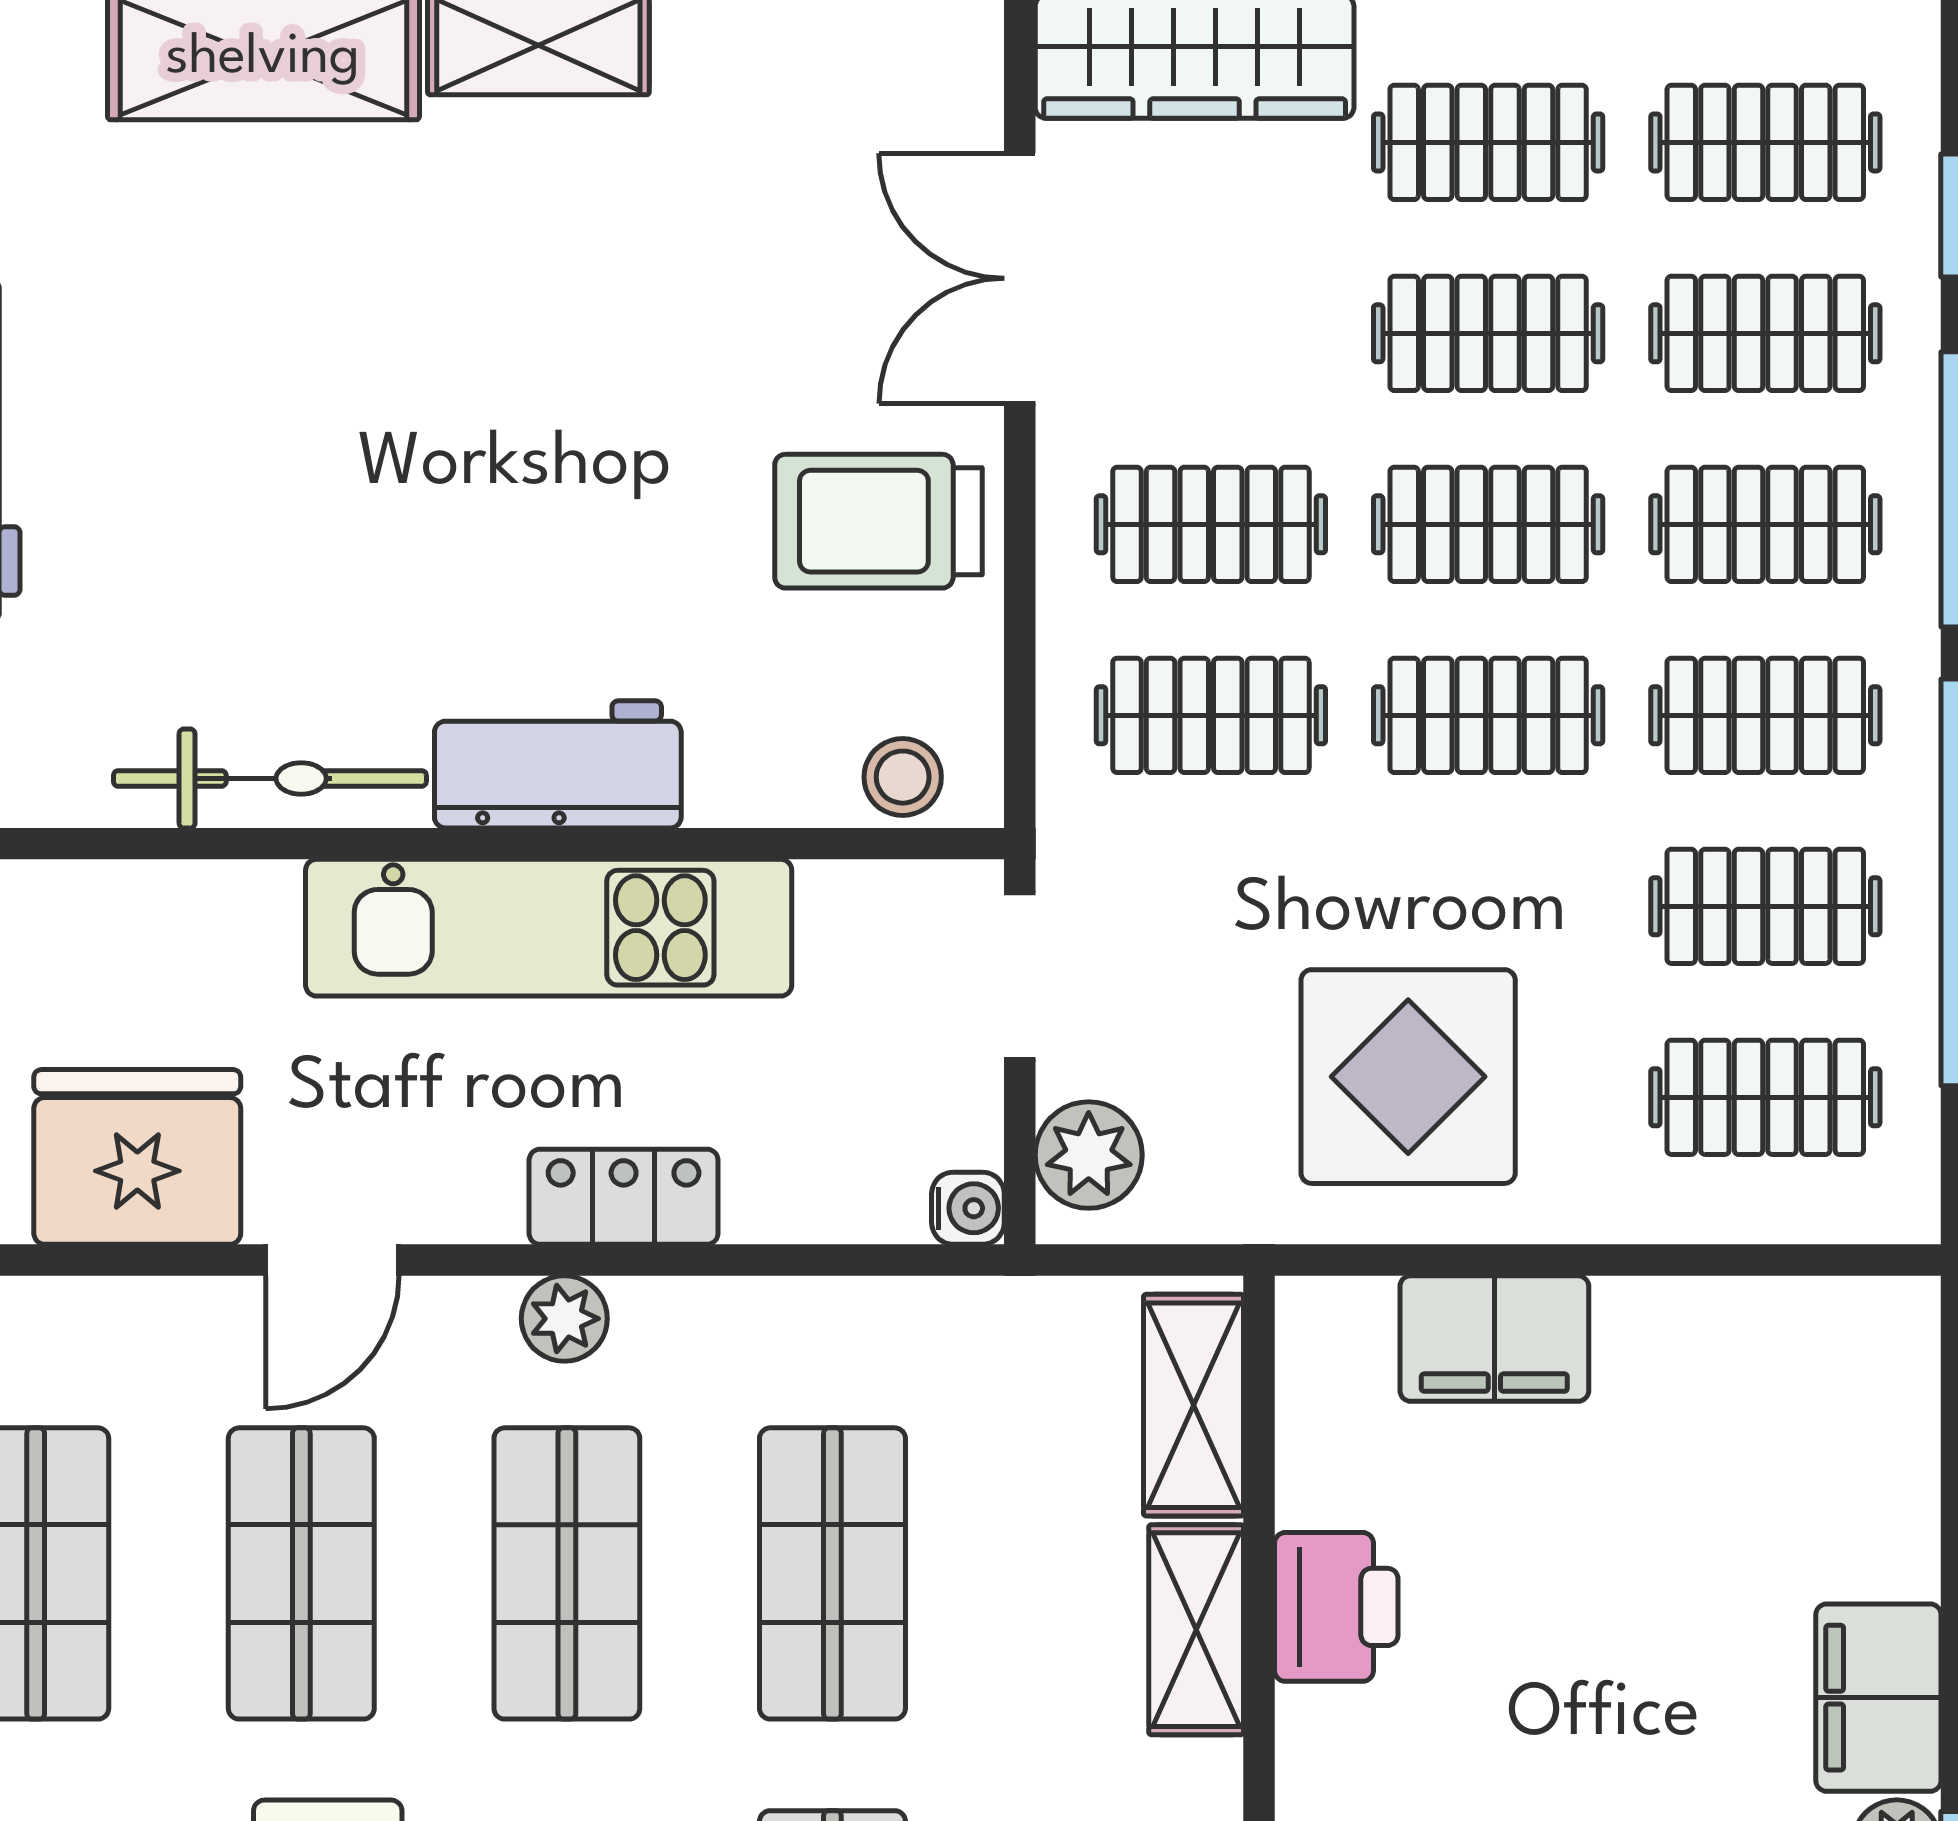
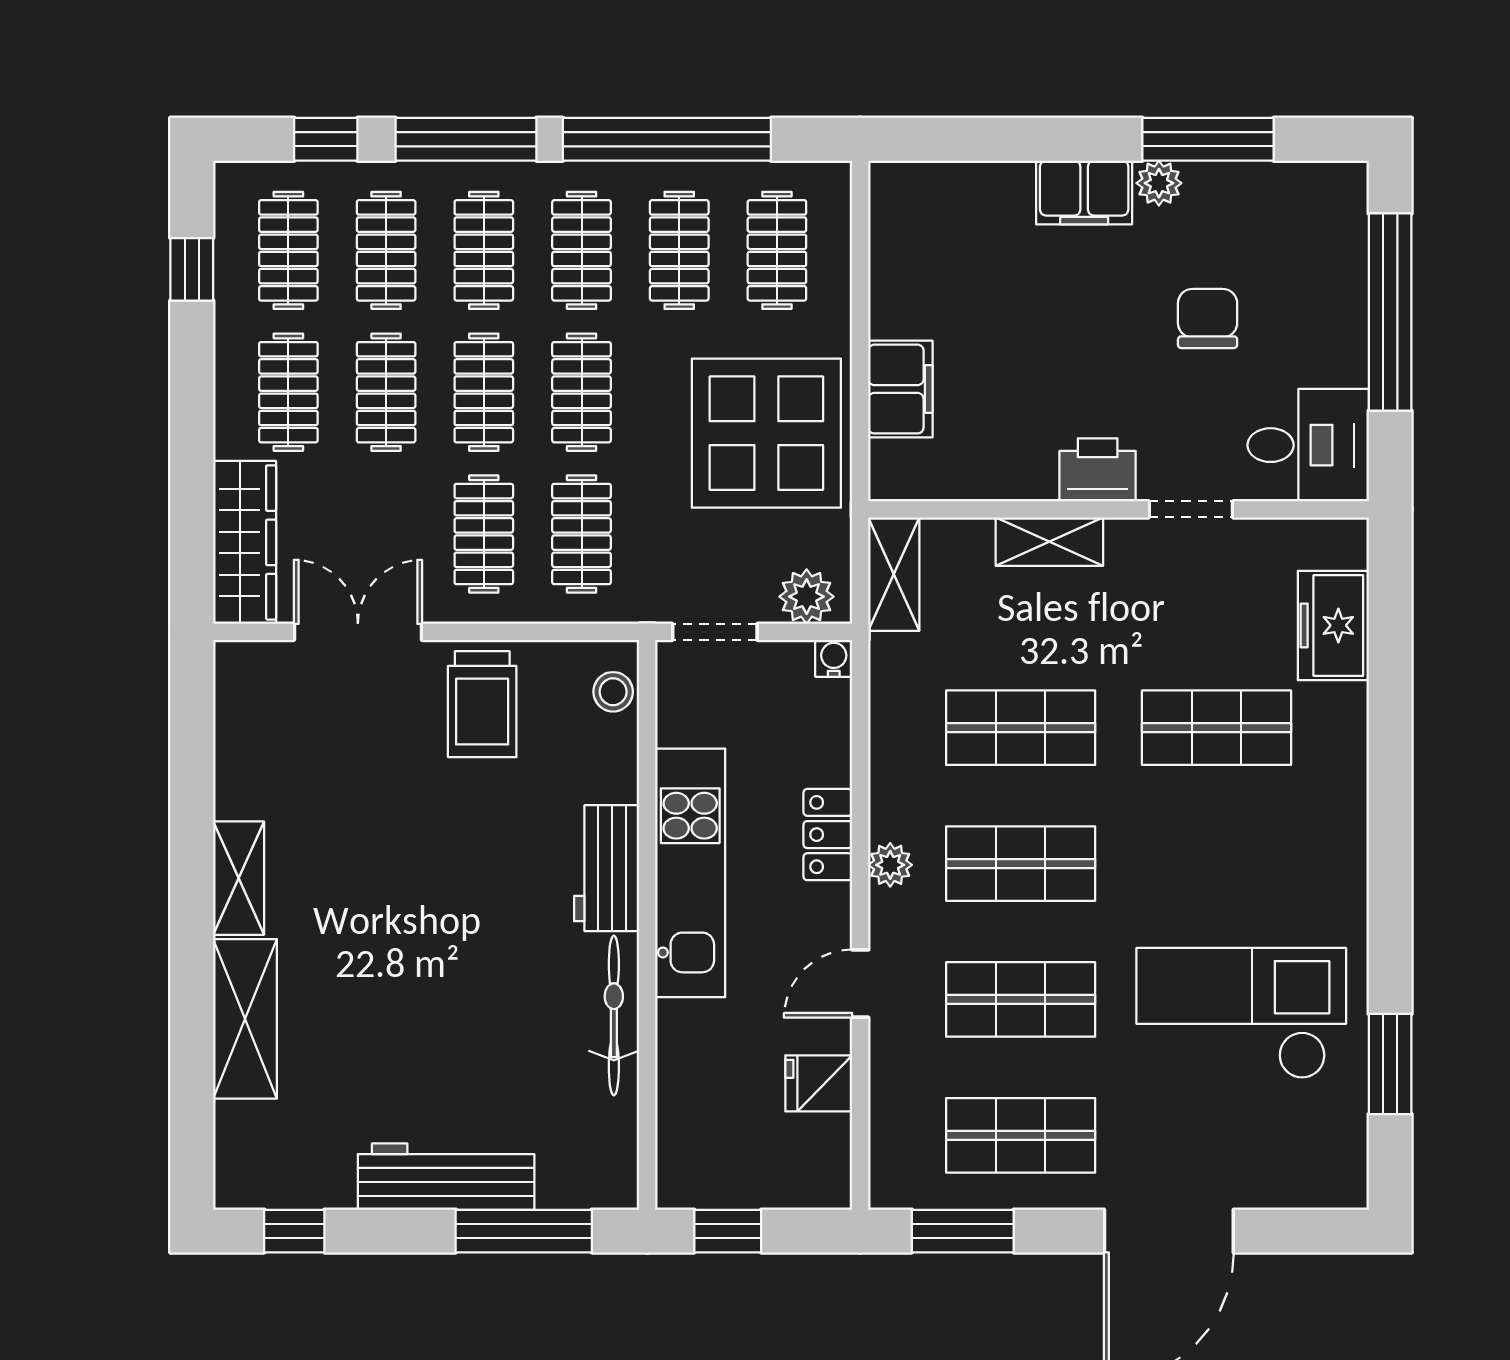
double door: (1020, 278) -> (358, 632), swing flipped
display table: (1408, 1077) -> (766, 433), width x1.36, depth x1.36
fridge: (137, 1157) -> (819, 1083), width x0.53, depth x0.75
door: (332, 1260) -> (860, 984), swing flipped
shelving: (1194, 1405) -> (894, 574), moved, turned 90
printer: (1336, 1607) -> (1098, 470), moved

